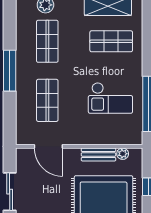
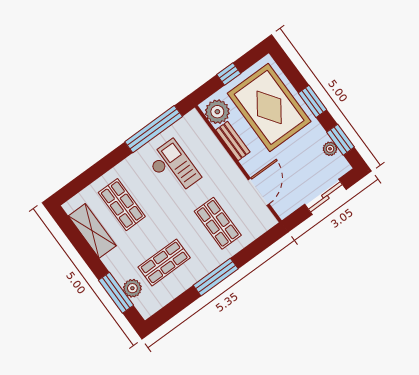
shop shelf: (47, 100) -> (218, 223), turned 90
plant: (123, 154) -> (217, 112), width x1.87, depth x1.87

